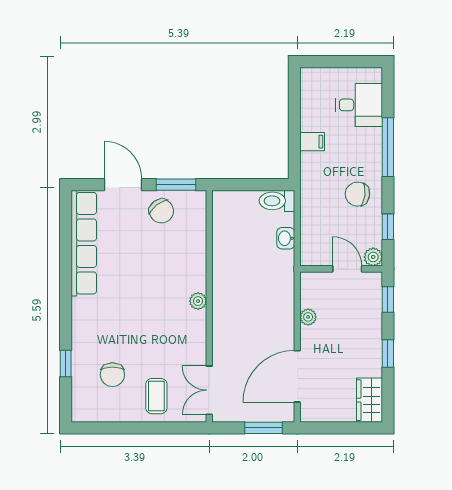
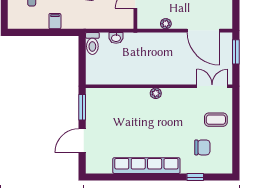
chair: (161, 211) -> (99, 117), removed
row of seats: (84, 243) -> (146, 166), moved
double door: (209, 390) -> (212, 86), swing flipped

